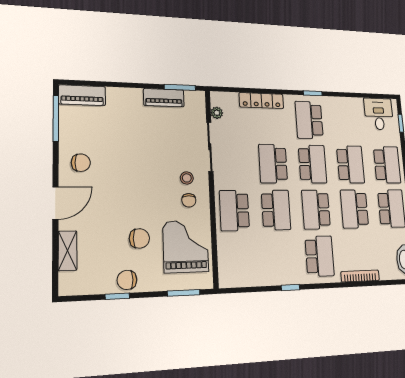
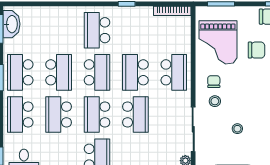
stool: (160, 147) -> (237, 129), added
chair: (139, 238) -> (256, 50), turned 180
bookcase: (360, 276) -> (172, 11), moved

